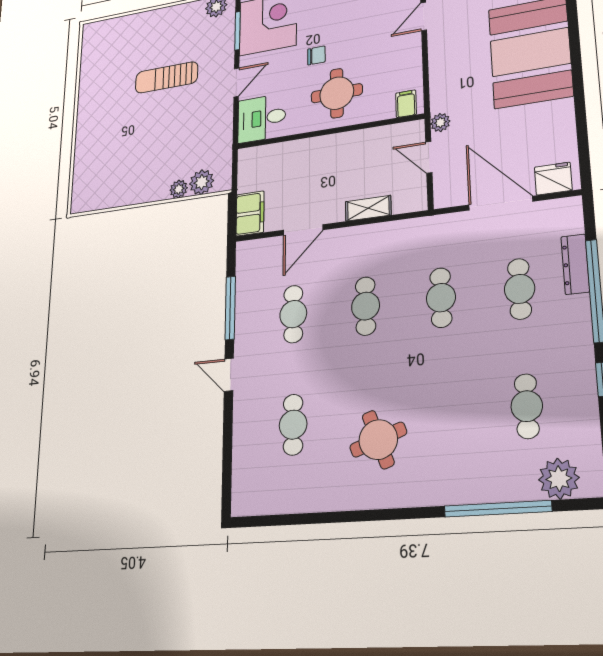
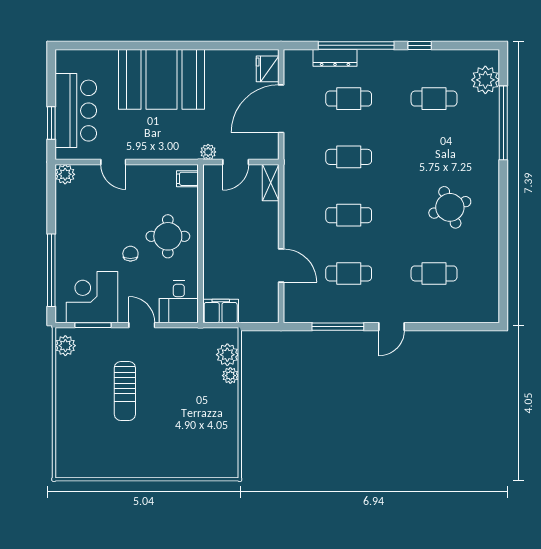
shelving: (368, 208) -> (271, 183), moved
filing cabinet: (250, 214) -> (221, 311), moved

